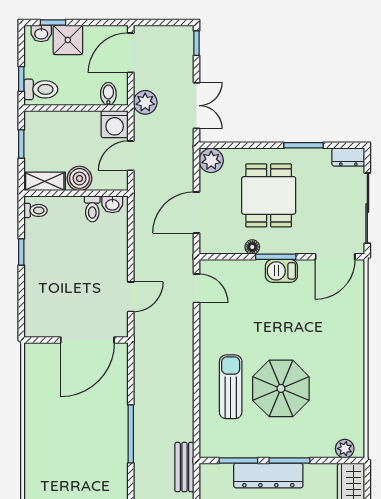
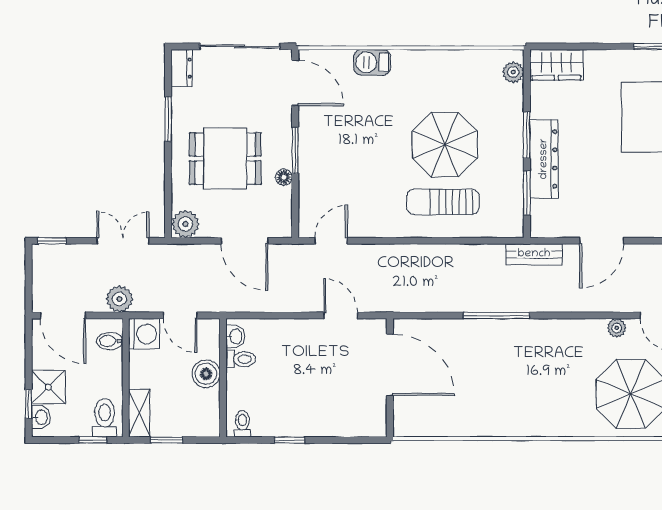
shelving: (45, 181) -> (139, 413), moved
barbecue: (281, 271) -> (372, 62), moved, turned 90

